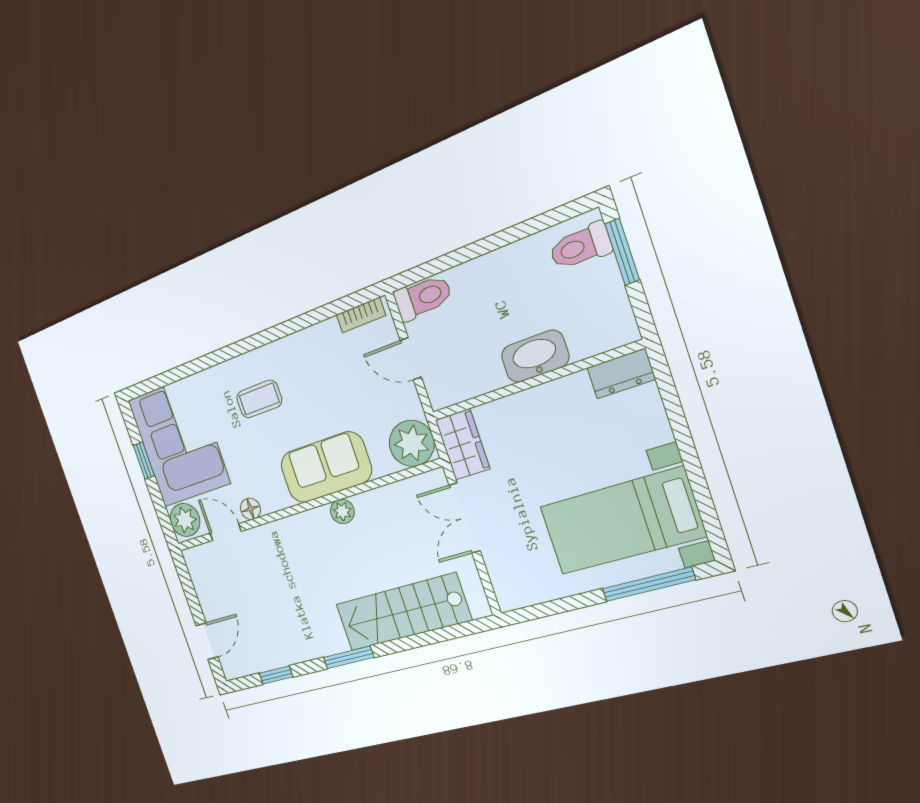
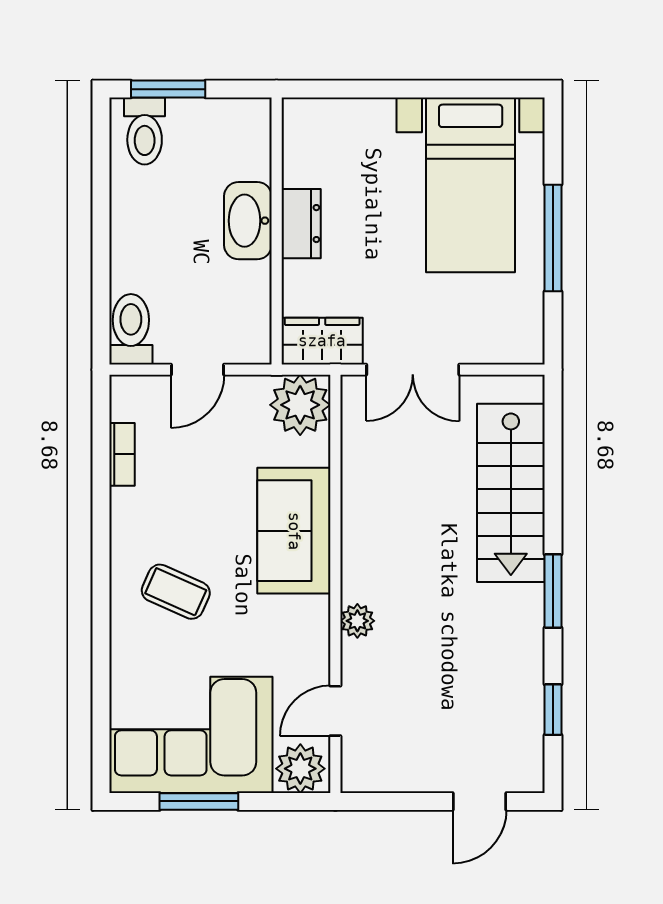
bookcase: (361, 315) -> (122, 454), moved
dresser: (621, 374) -> (301, 224), moved
coffee table: (259, 399) -> (176, 592), turned -66
window: (144, 461) -> (199, 801), width x1.50
floor lamp: (250, 509) -> (315, 660), removed
plant: (342, 511) -> (357, 621), moved
window: (648, 584) -> (553, 238), moved
door: (207, 641) -> (480, 801), swing flipped

